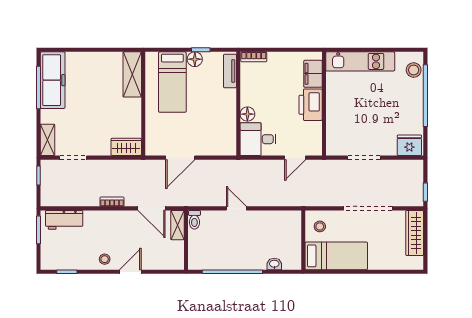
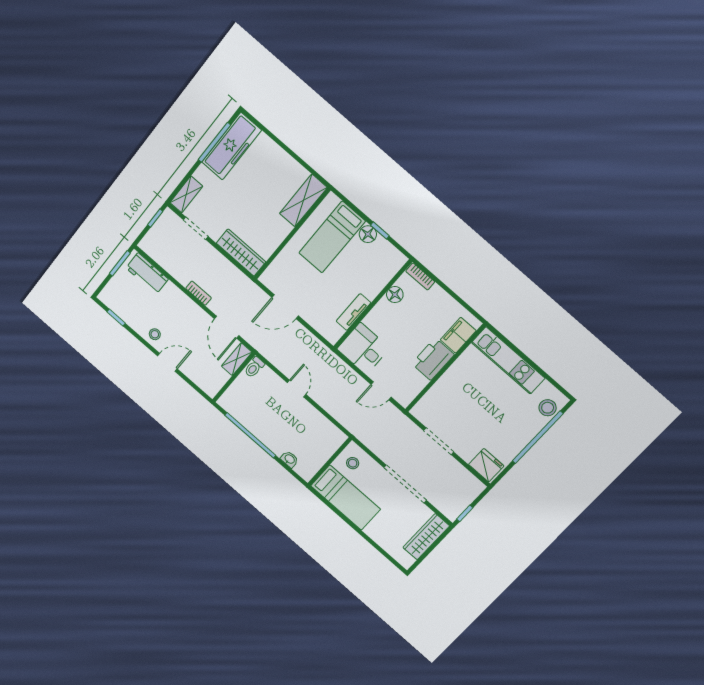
tv unit: (230, 71) -> (354, 312), moved
floor lamp: (247, 114) -> (395, 295), moved
wardrobe: (126, 147) -> (241, 253), width x1.50

